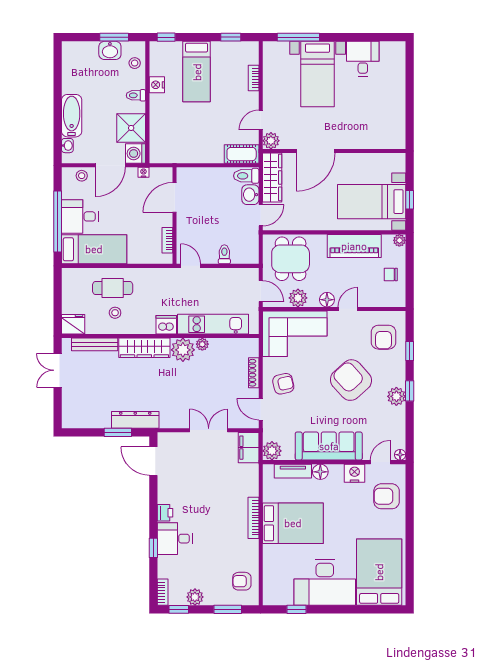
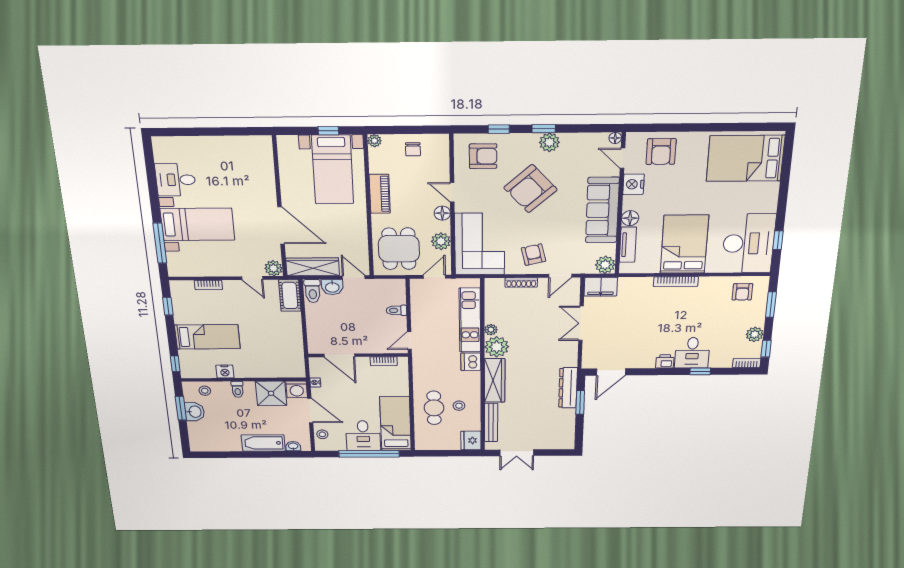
piano: (354, 246) -> (380, 194), width x0.73, depth x0.75
dining table: (291, 259) -> (399, 249), turned 90
desk: (325, 582) -> (748, 243), moved

